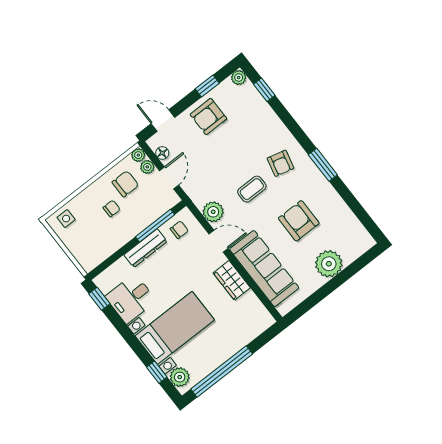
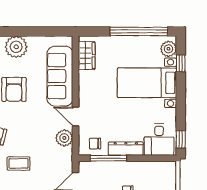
coffee table: (252, 189) -> (19, 164), moved
wardrobe: (232, 280) -> (87, 56), moved
desk: (131, 299) -> (159, 139), moved, turned 90

